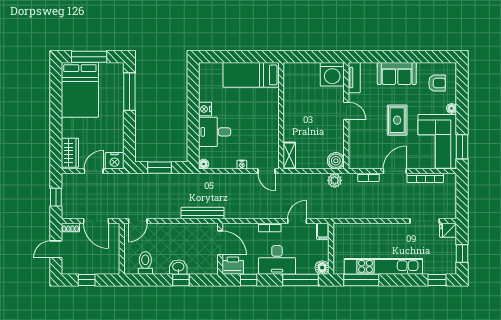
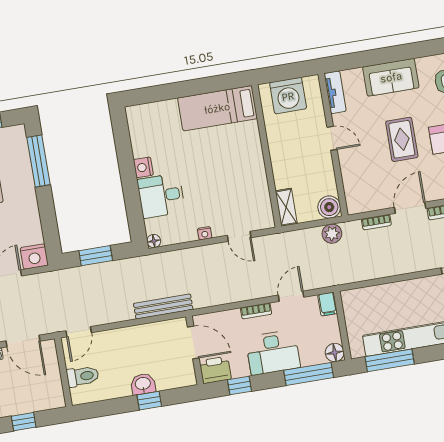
washing machine: (332, 74) -> (288, 96), moved
bed: (251, 75) -> (217, 108), moved
wall: (281, 116) -> (267, 156), moved
shelving: (289, 156) -> (286, 207), moved
toilet: (145, 263) -> (83, 376), moved, turned 90

